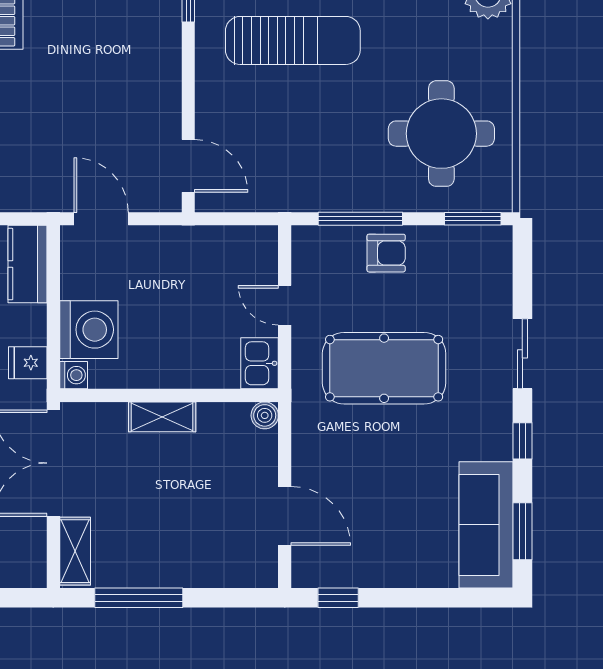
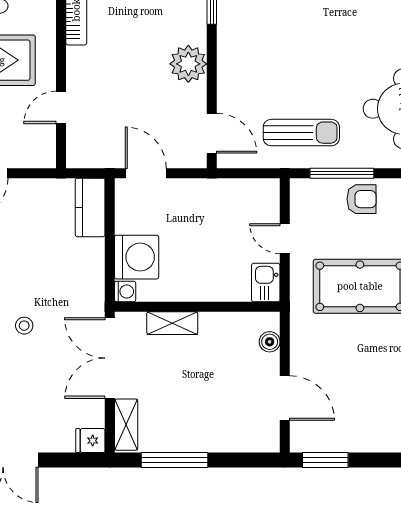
sun lounger: (293, 40) -> (301, 133), moved, width x0.73, depth x0.75
plant: (157, 74) -> (188, 64), added
fridge: (28, 363) -> (90, 441), moved
boiler: (265, 415) -> (270, 342), moved
shelving: (162, 417) -> (172, 323), moved
window: (338, 598) -> (325, 460), width x1.50

